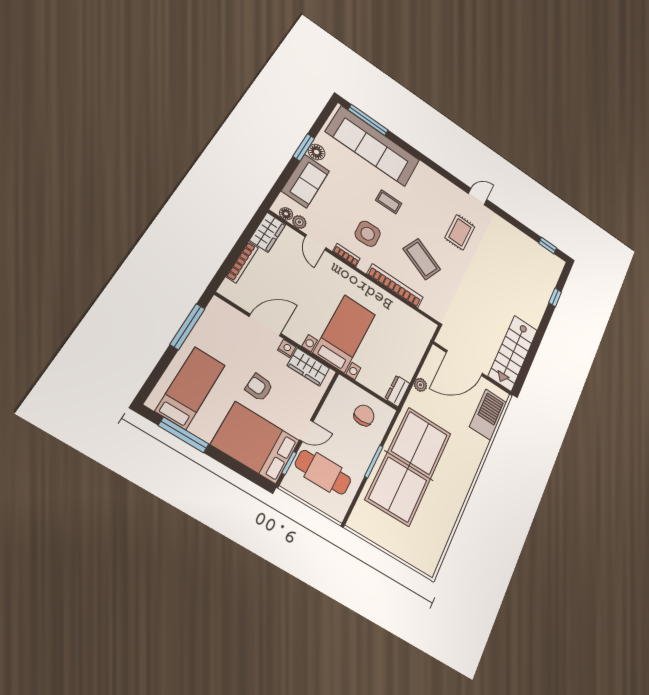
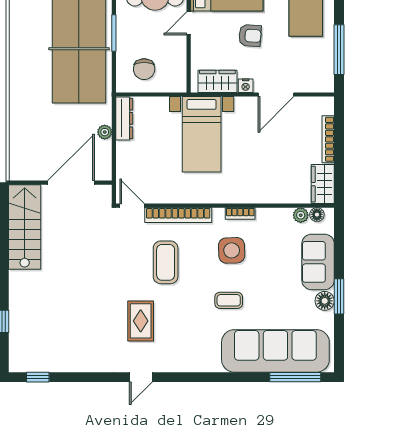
door: (316, 242) -> (132, 206), moved
coffee table: (422, 259) -> (166, 262), turned 66
dresser: (397, 391) -> (124, 118), width x1.44
barbecue: (488, 415) -> (23, 146), removed

